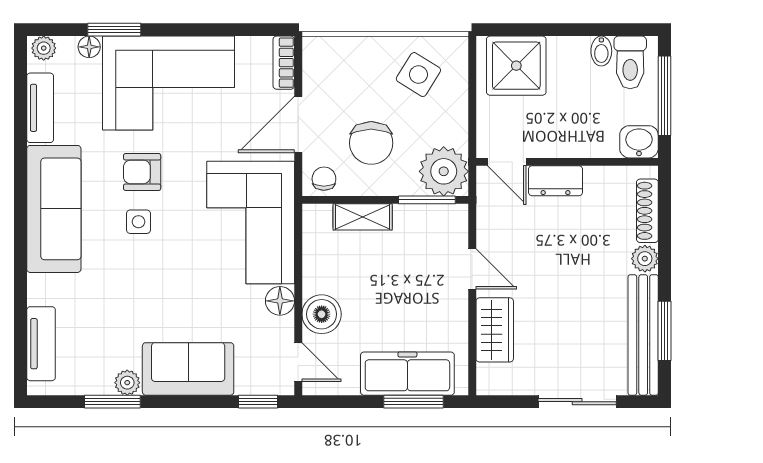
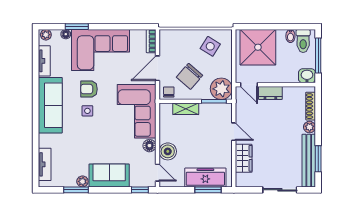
shower: (516, 66) -> (258, 47), width x1.37, depth x1.37
chair: (371, 143) -> (189, 76), turned 41

